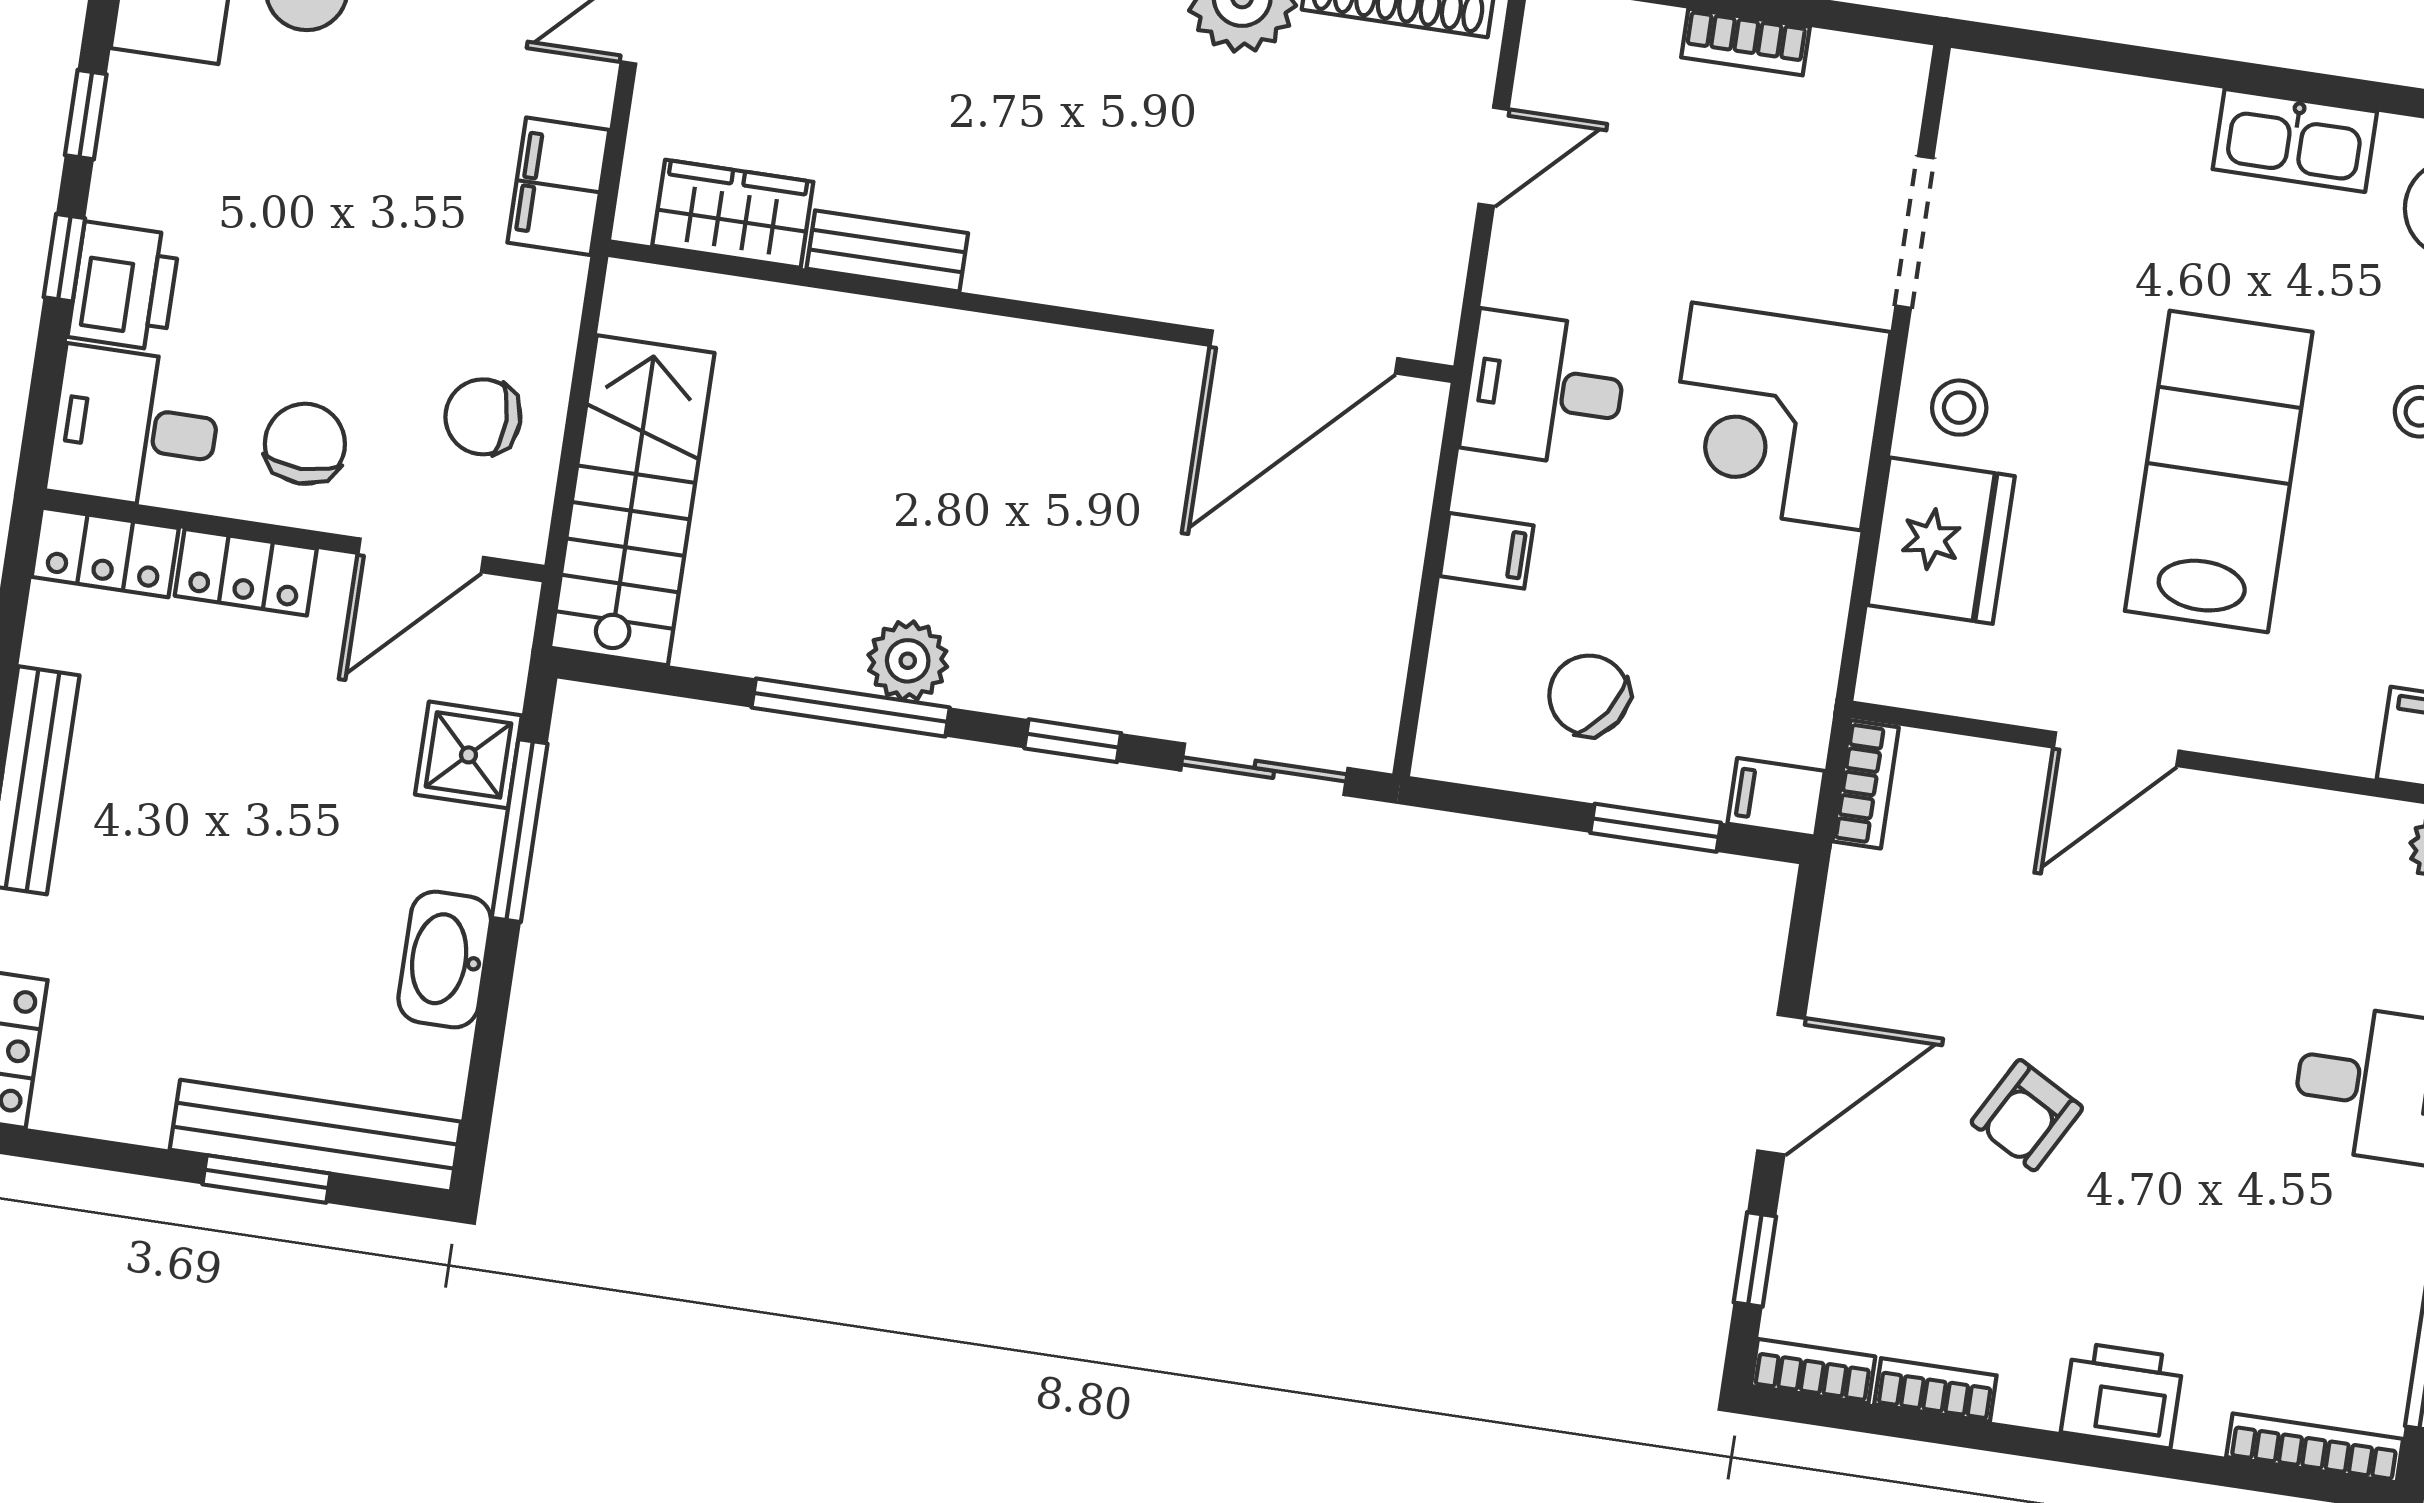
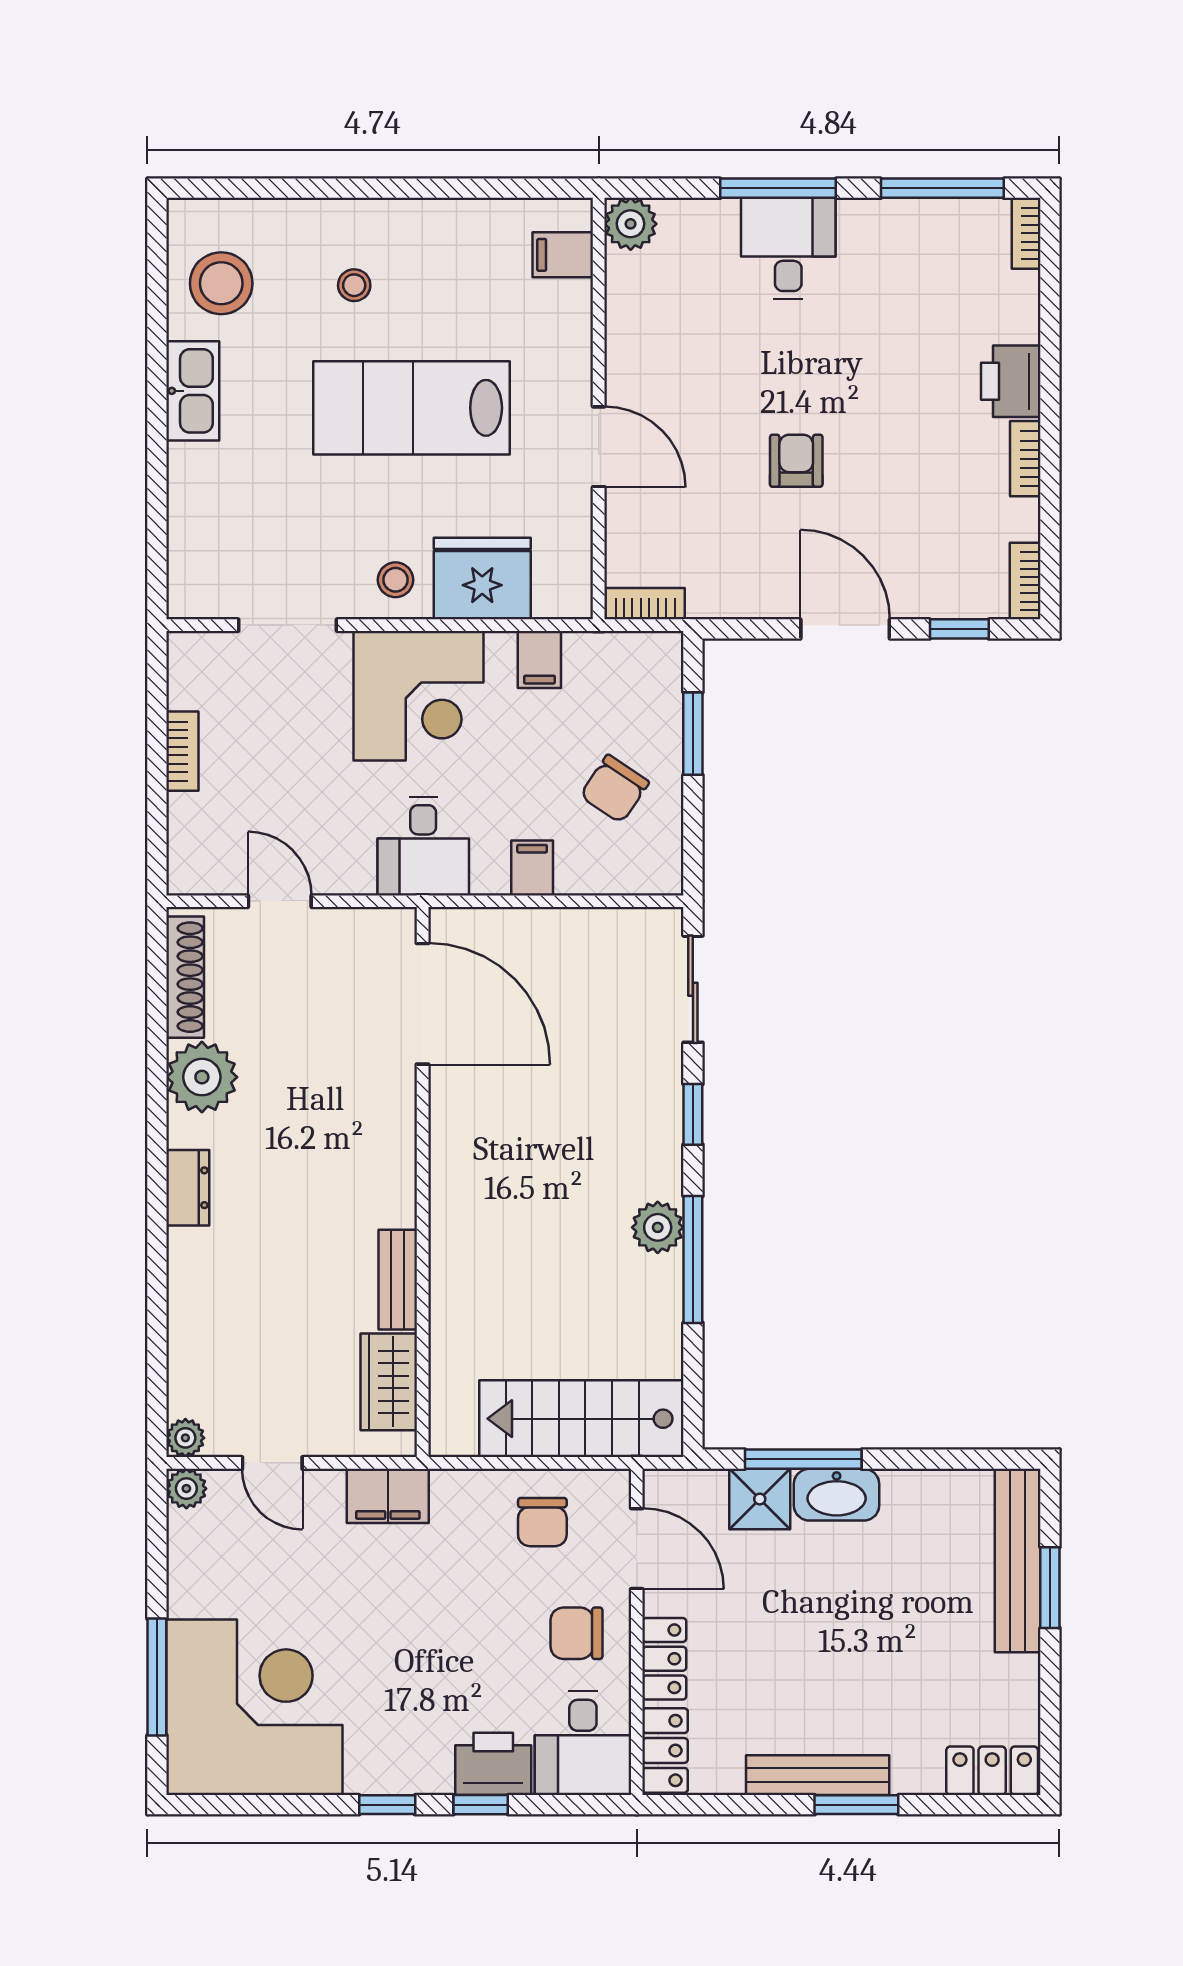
filing cabinet: (1776, 797) -> (539, 659), moved
washbasin: (445, 960) -> (837, 1495), moved
armchair: (2027, 1115) -> (796, 461), moved, turned -119
bookcase: (1935, 1390) -> (1025, 459), moved
bookcase: (2315, 1448) -> (1026, 233), width x0.64

